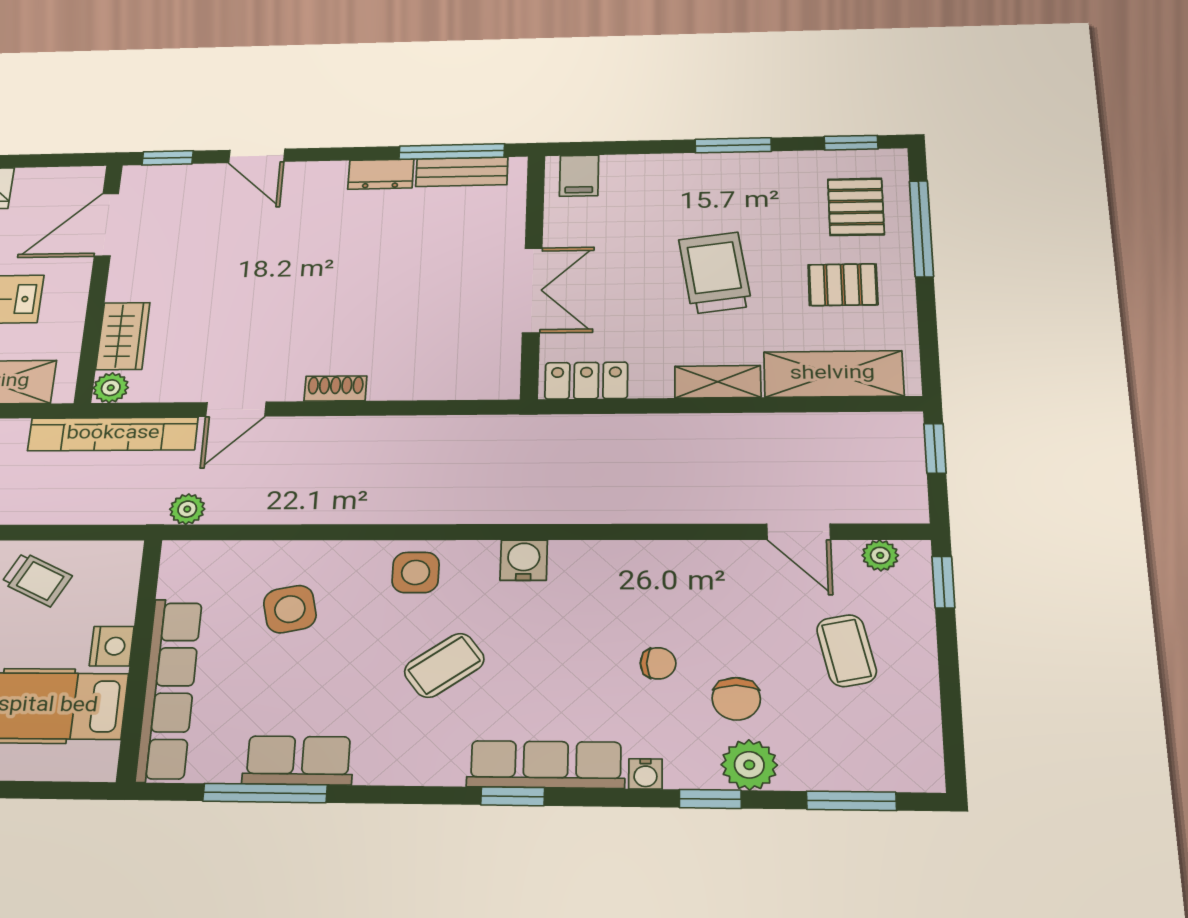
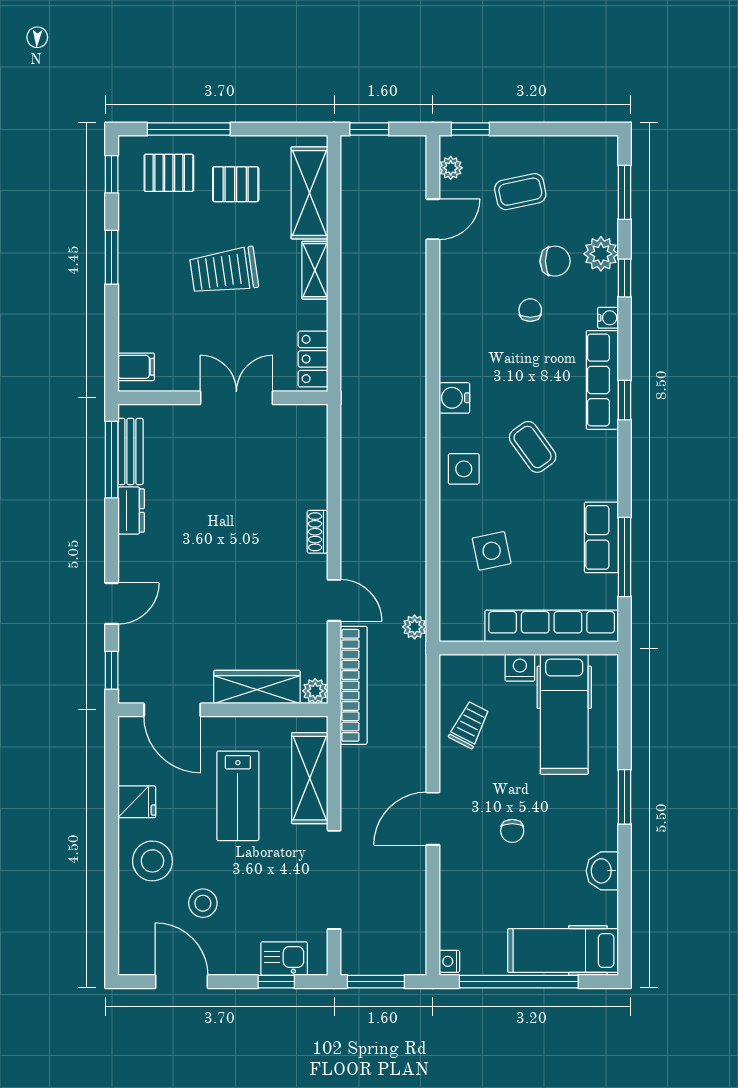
pallet: (843, 285) -> (236, 184), turned 90
wardrobe: (123, 336) -> (257, 687), width x1.50

